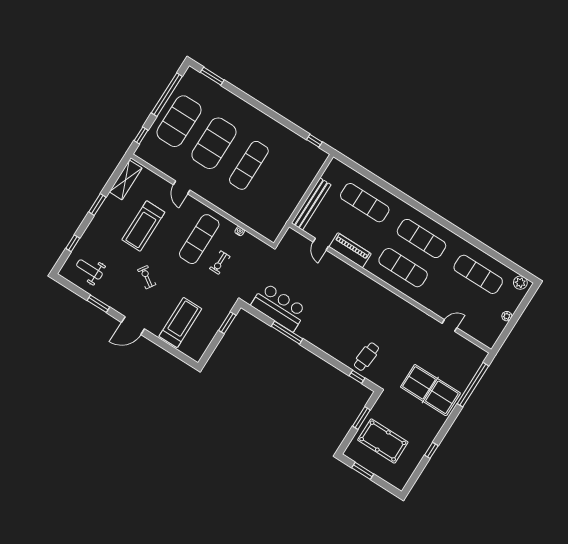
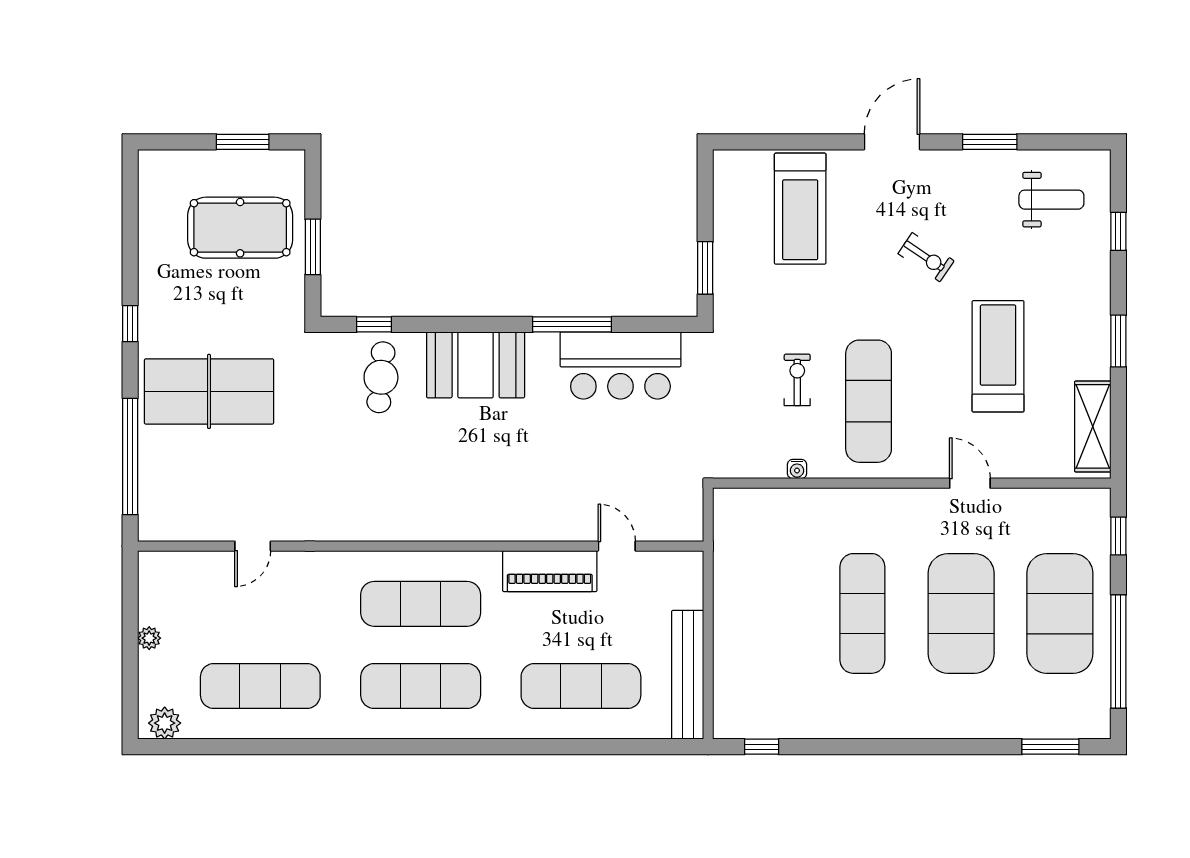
bench: (311, 204) -> (688, 675), moved
booth: (330, 340) -> (476, 365), added
window: (431, 450) -> (130, 324), moved

